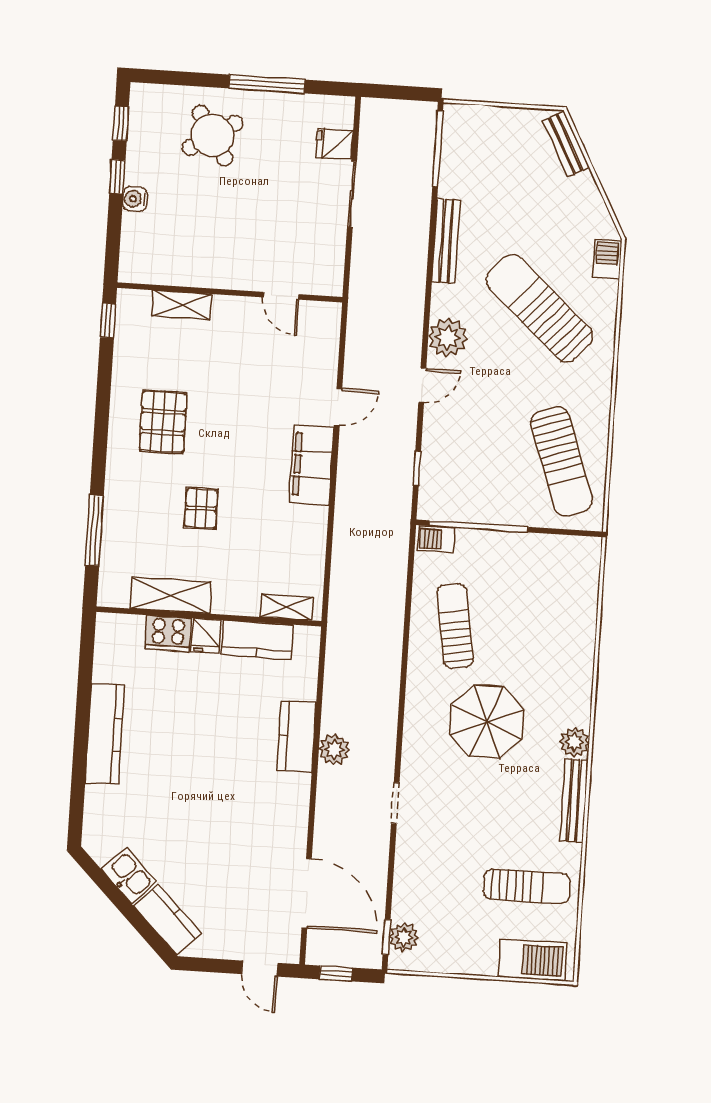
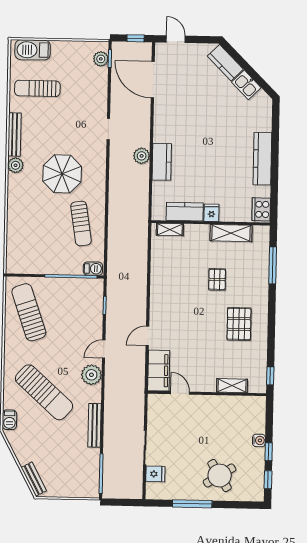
filing cabinet: (311, 465) -> (159, 371), moved
cooker: (168, 634) -> (261, 209), moved, turned -90

